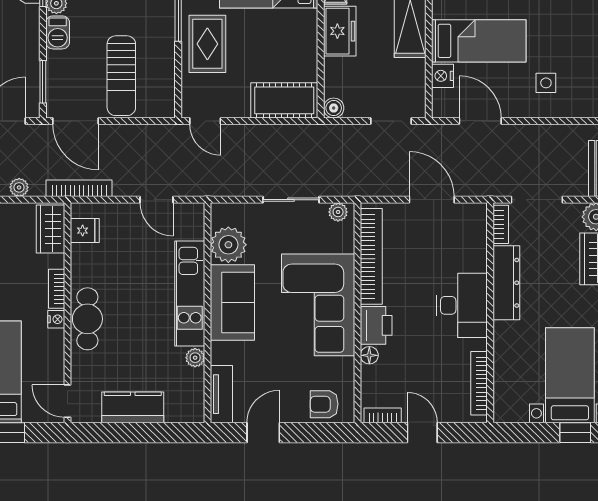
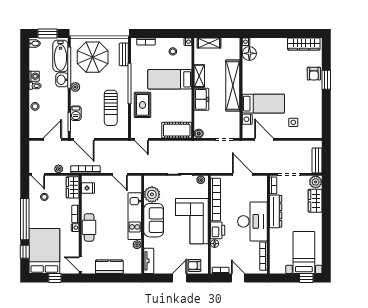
barbecue: (58, 32) -> (76, 113), moved
sun lounger: (121, 76) -> (111, 108), moved
desk: (462, 305) -> (252, 221), width x1.36, depth x1.30
door: (263, 433) -> (180, 278), moved

